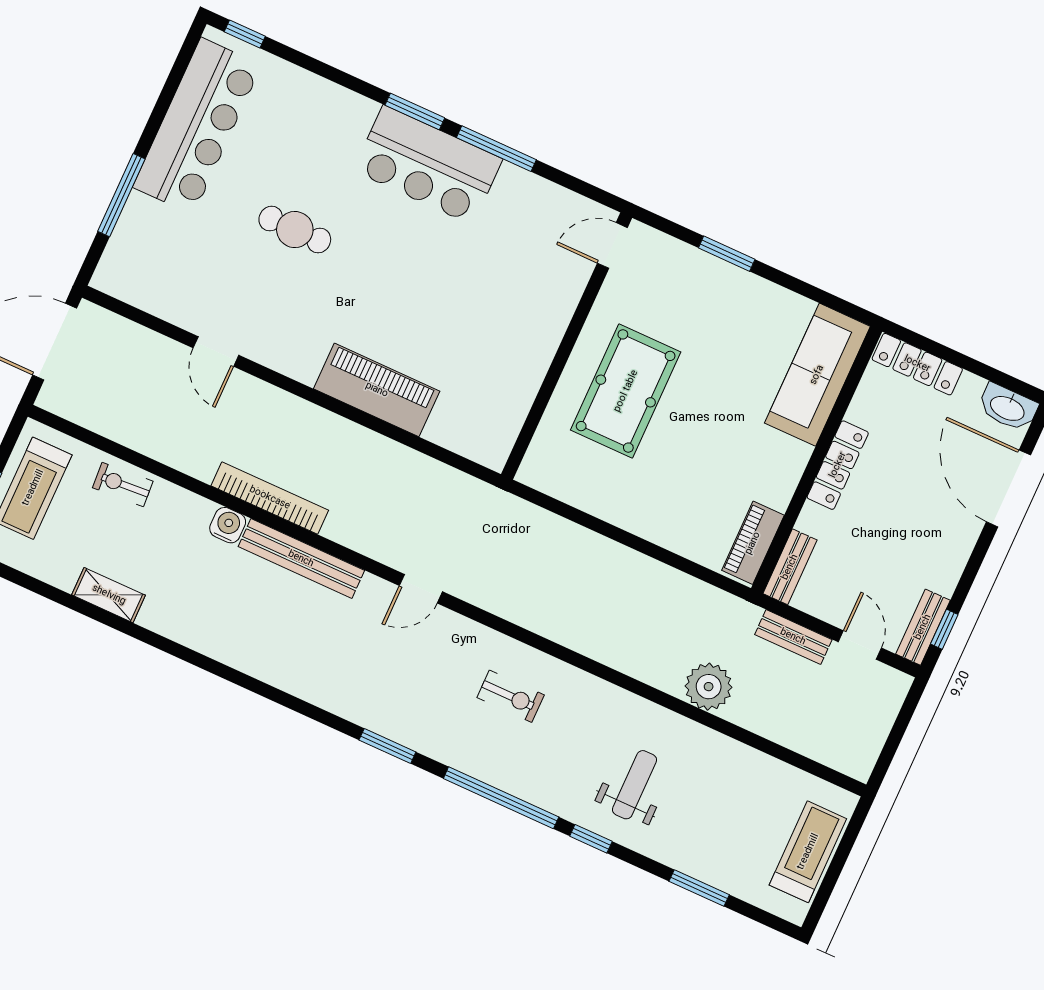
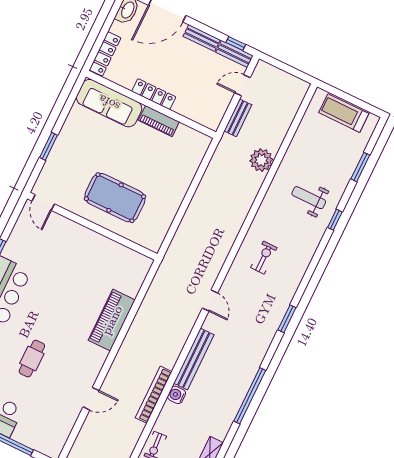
bookcase: (270, 498) -> (154, 395), moved
piano: (753, 543) -> (159, 121), moved
bench: (790, 567) -> (202, 38), moved
window: (501, 798) -> (250, 396), moved

